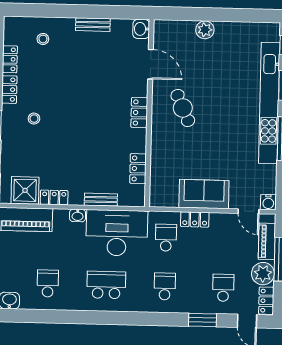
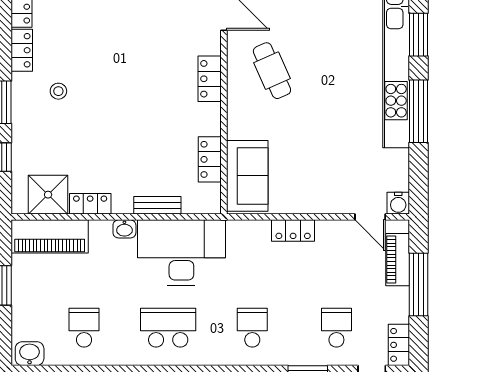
sofa: (204, 194) -> (247, 176), moved, turned 90
school desk: (166, 238) -> (252, 258), removed
plant: (263, 274) -> (393, 306), removed

